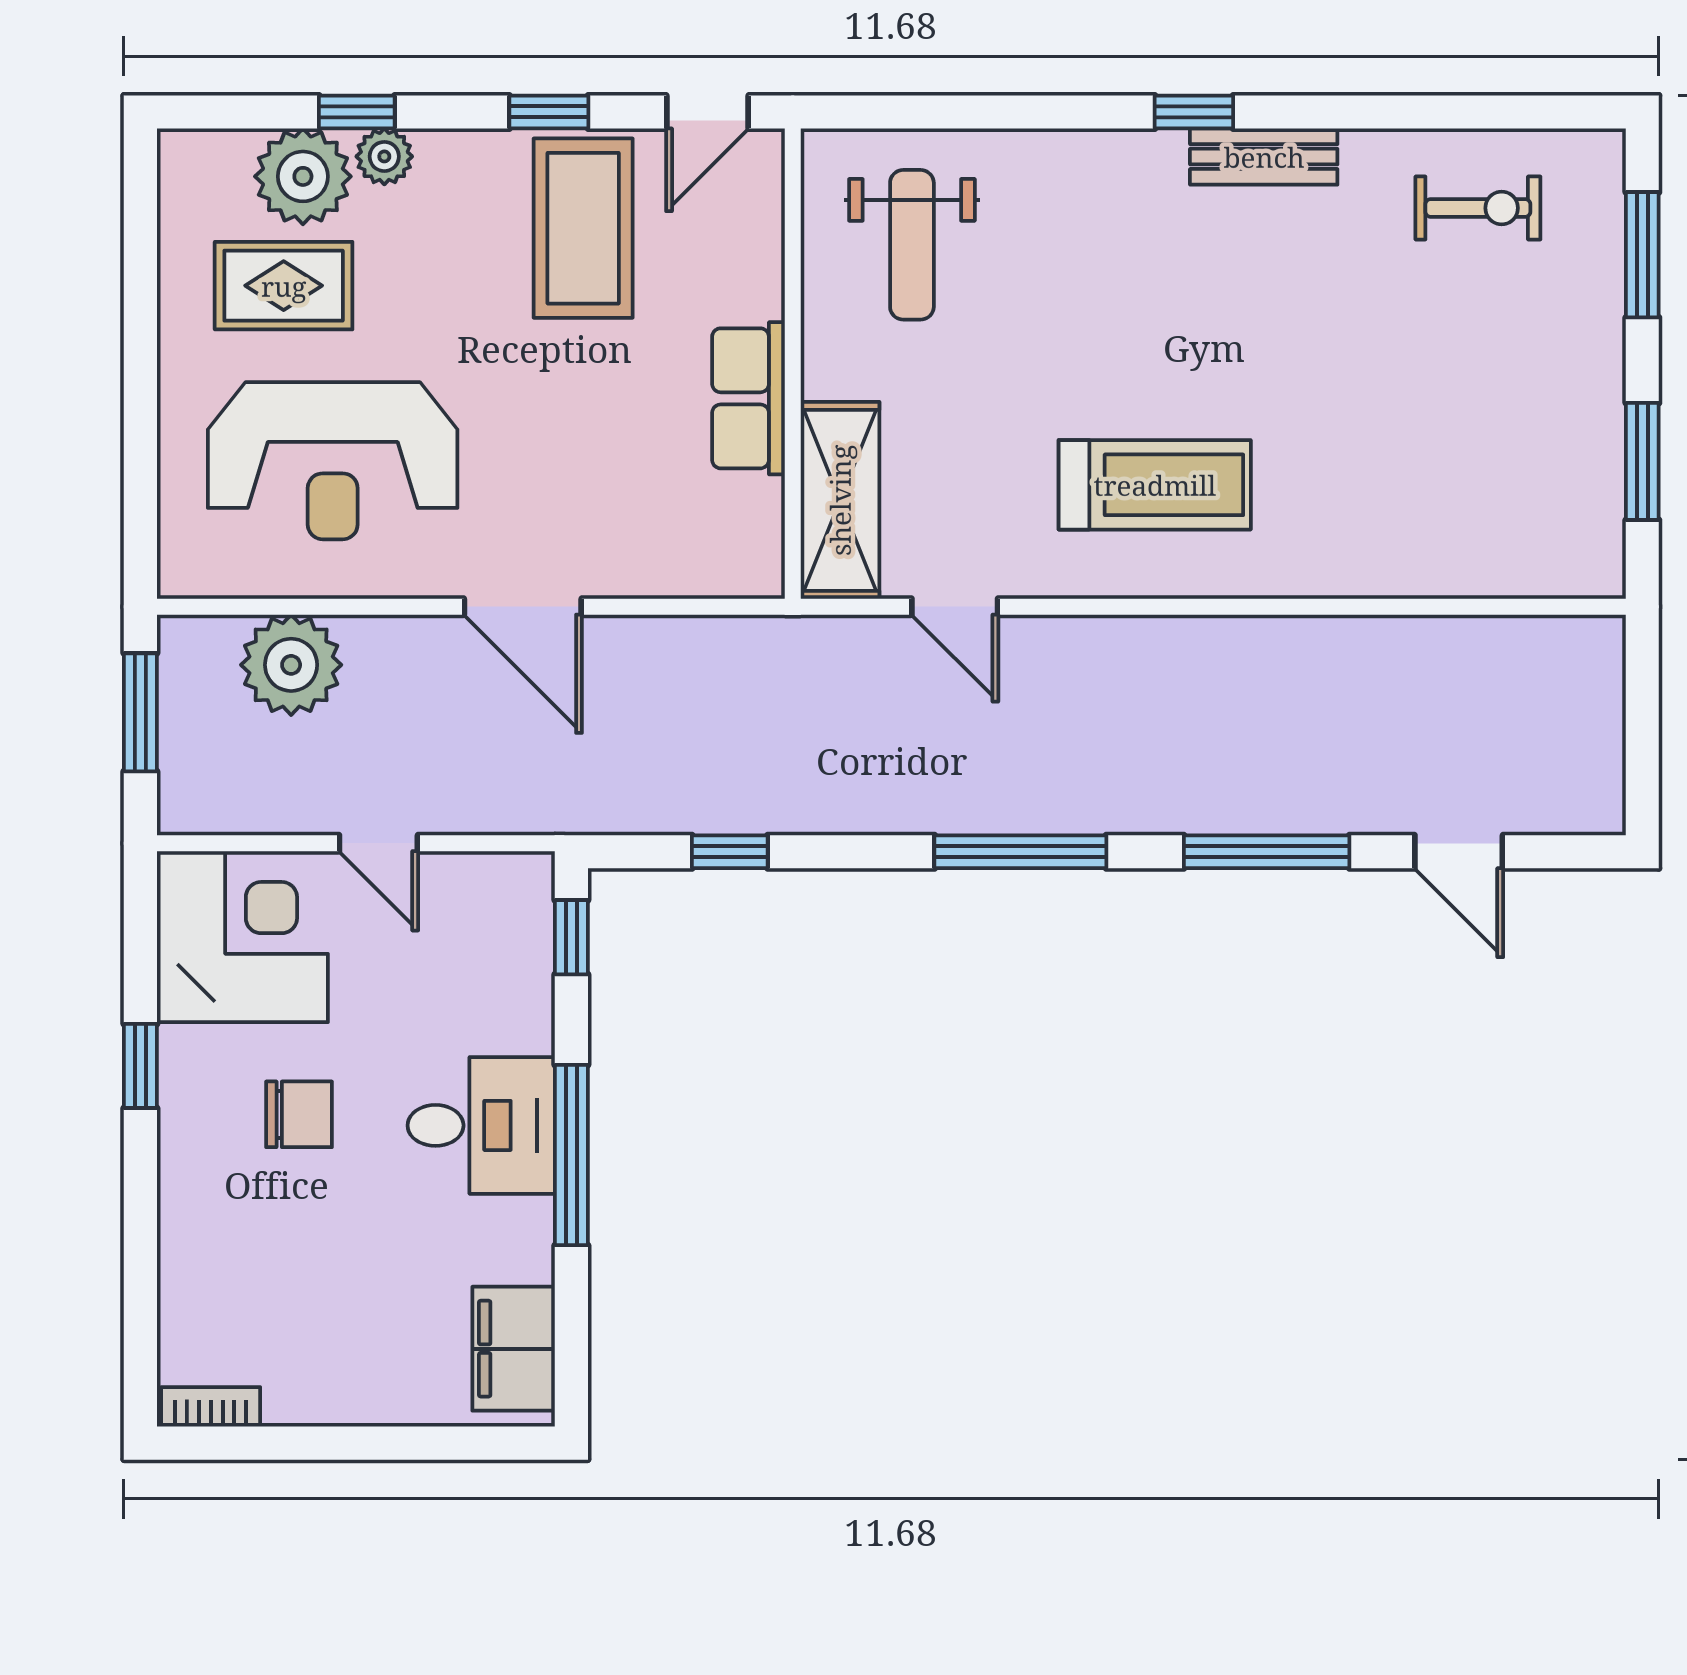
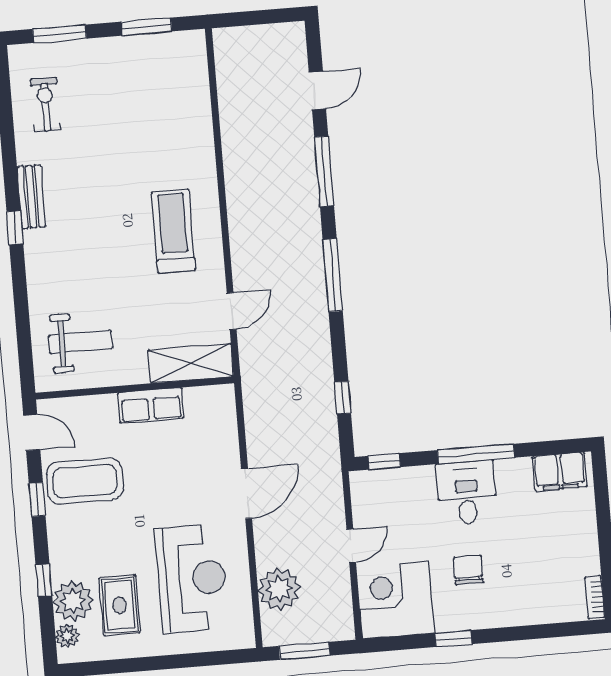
plant: (384, 156) -> (67, 636), moved

